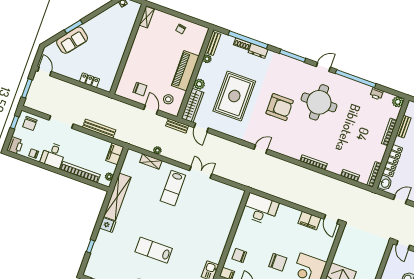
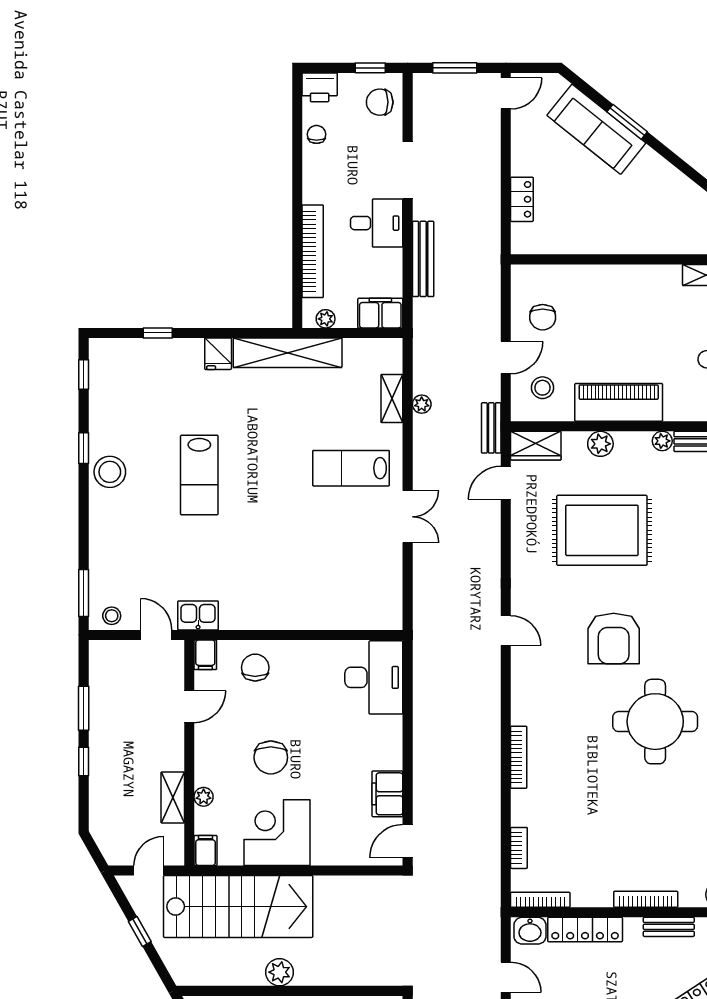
sofa: (72, 40) -> (596, 129), width x1.36
wardrobe: (192, 105) -> (536, 446), width x0.67
desk: (53, 155) -> (377, 223), moved, turned 180
lab bench: (154, 250) -> (199, 475), turned 180

